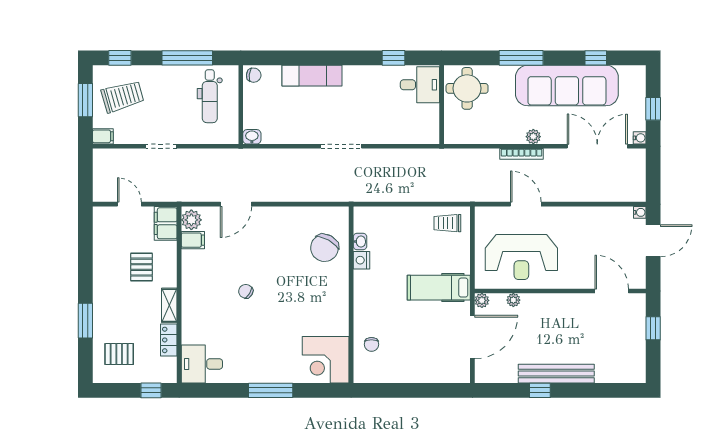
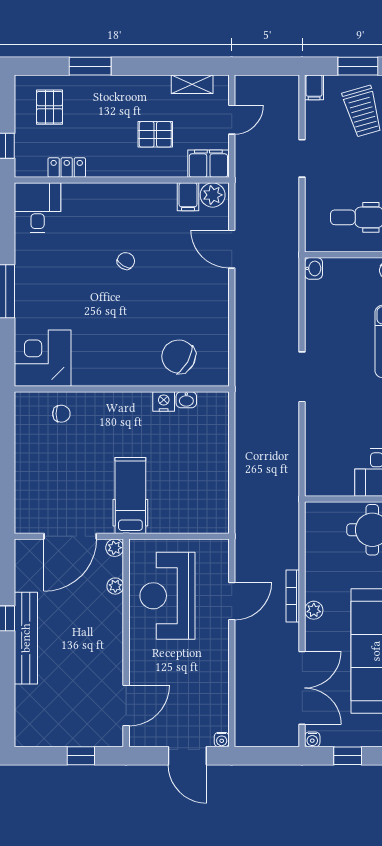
trolley: (447, 223) -> (209, 506), removed
shelving: (169, 305) -> (192, 84), moved
door: (472, 337) -> (70, 536), hinge flipped
chair: (371, 344) -> (61, 414), turned 180

